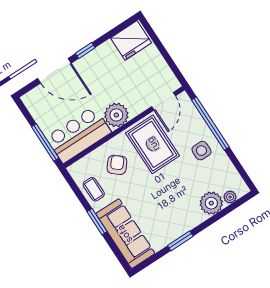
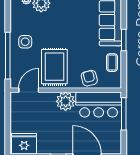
armchair: (117, 165) -> (89, 78), moved, turned 126

